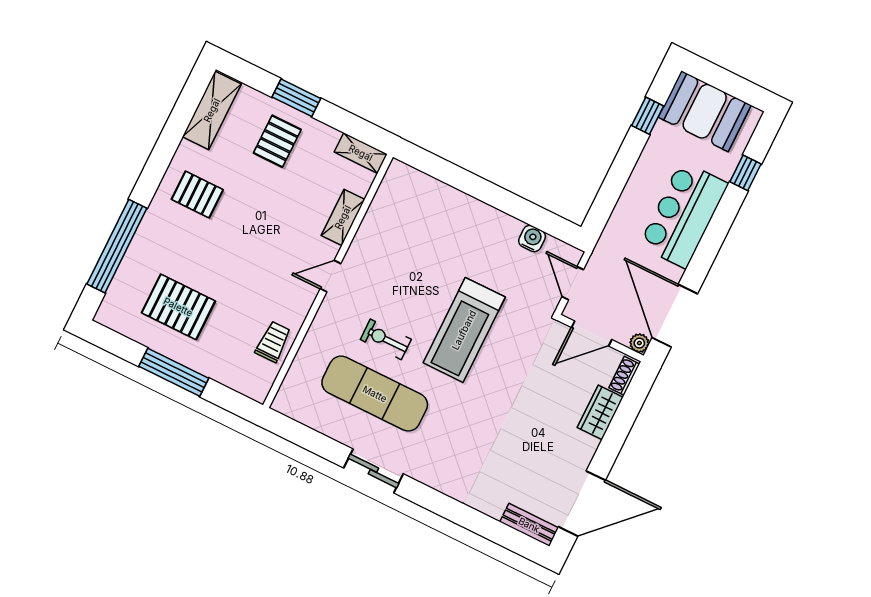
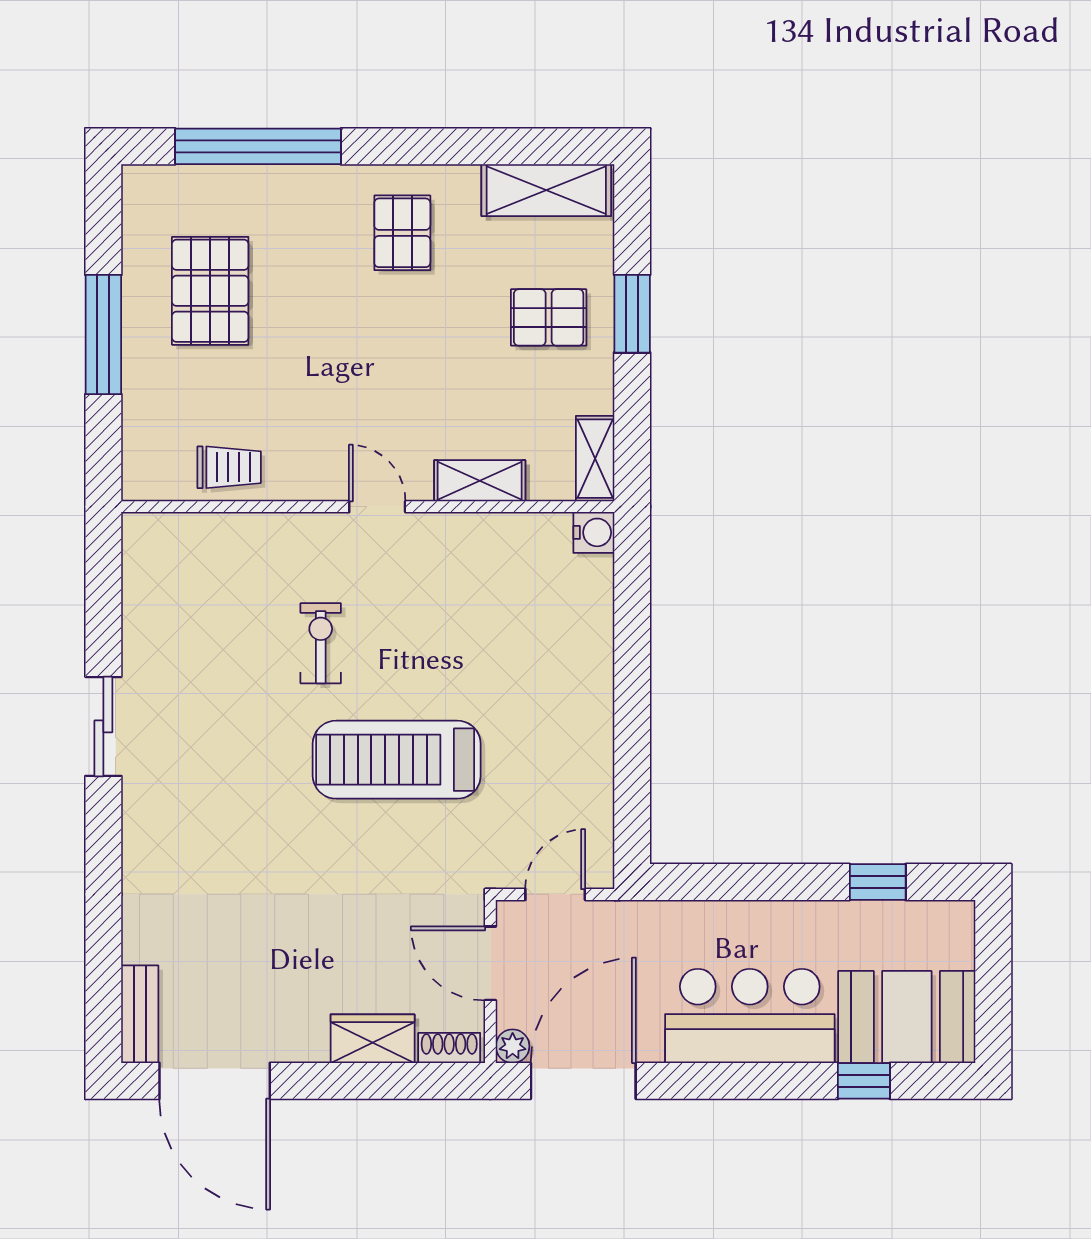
booth: (705, 111) -> (907, 1017), moved, turned 90
water cooler: (532, 239) -> (594, 532), moved
exercise mat: (375, 394) -> (227, 668), removed

